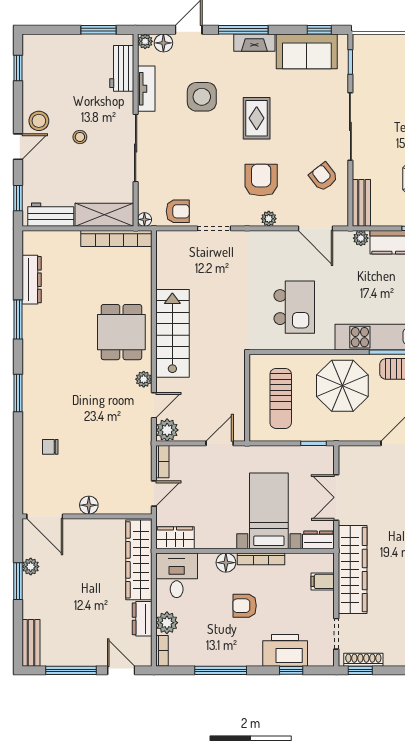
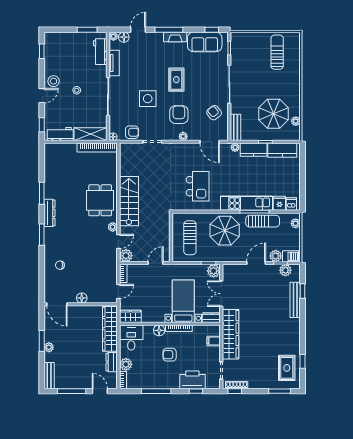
side table: (202, 97) -> (148, 99), moved
dresser: (32, 280) -> (49, 213), moved
plant: (323, 457) -> (214, 271), added
plant: (31, 567) -> (49, 347), moved

